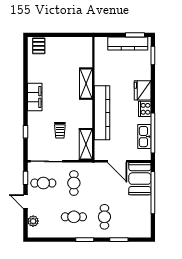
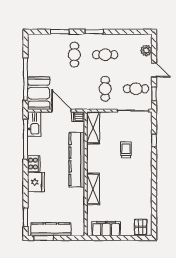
filing cabinet: (35, 97) -> (106, 229), moved, turned 90
trolley: (60, 130) -> (126, 150), moved
kitchen sink: (144, 137) -> (34, 124), moved
dishwasher: (101, 155) -> (78, 117), added

